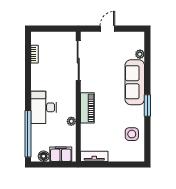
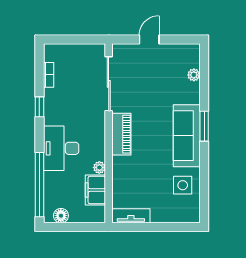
window: (28, 77) -> (39, 107), added
sofa: (135, 82) -> (187, 136), moved
window: (147, 105) -> (204, 126), moved
piano: (87, 108) -> (121, 134), moved
filing cabinet: (61, 154) -> (95, 190), moved, turned -90

